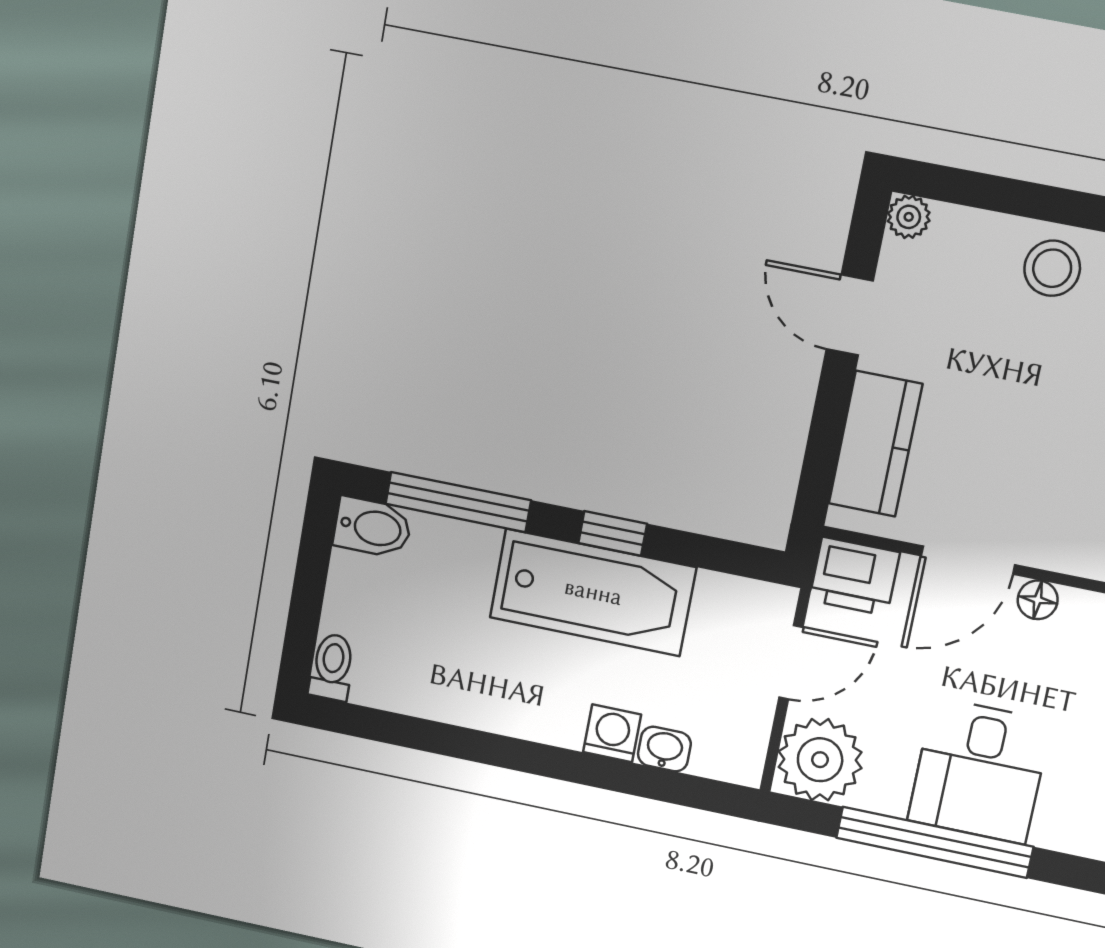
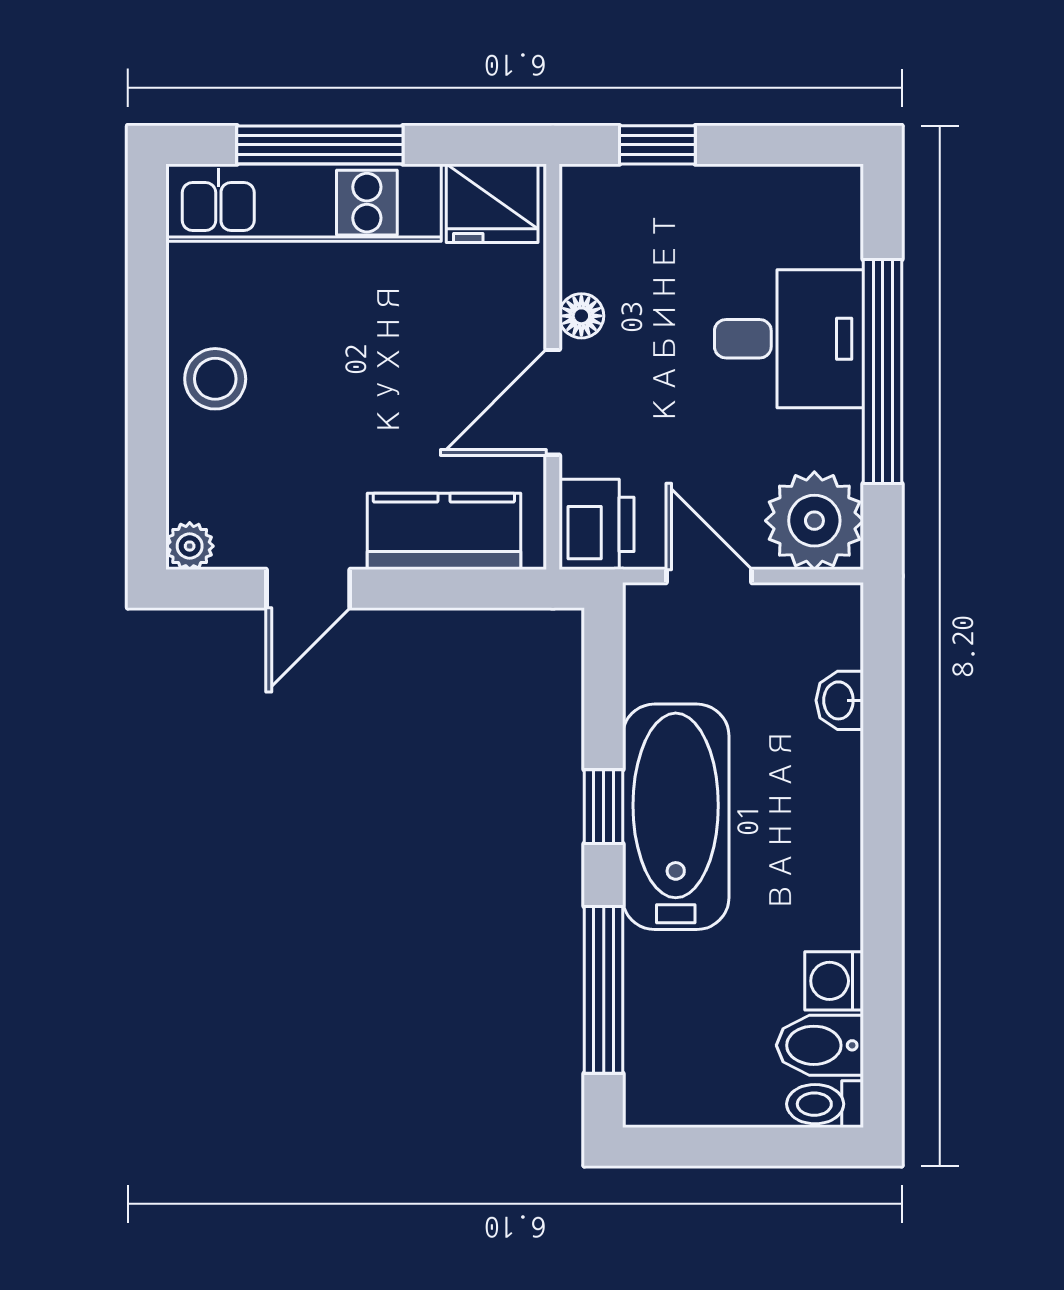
bidet: (373, 527) -> (820, 1045), moved, turned -90
door: (968, 560) -> (553, 402), swing flipped
washing machine: (612, 733) -> (834, 981), moved

